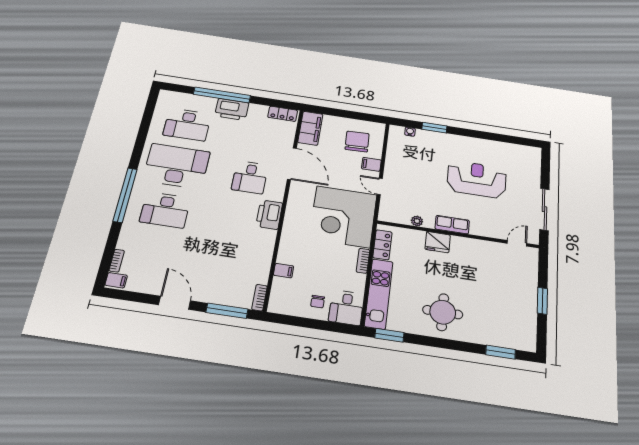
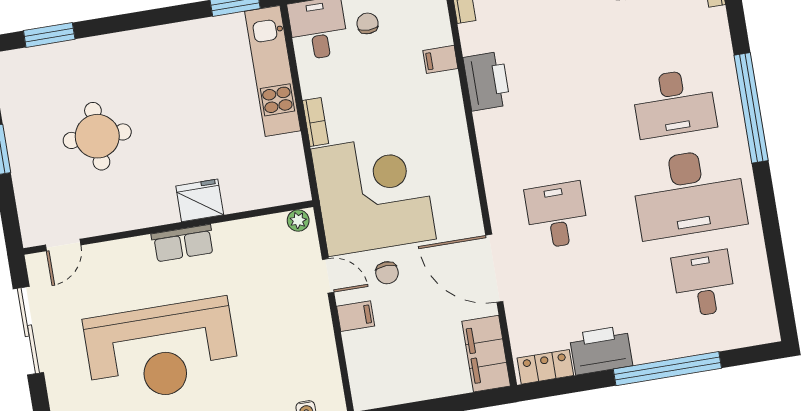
printer: (232, 109) -> (601, 350), moved
desk: (187, 125) -> (704, 284), width x0.73
chair: (357, 141) -> (387, 273), moved, width x0.54, depth x0.54
reception desk: (477, 179) -> (162, 351), width x1.36, depth x1.30
desk: (165, 210) -> (674, 103), turned 180
printer: (269, 215) -> (487, 81), moved
plant: (417, 221) -> (298, 220), moved
locker: (382, 245) -> (292, 163), removed
round table: (443, 312) -> (97, 136), moved

